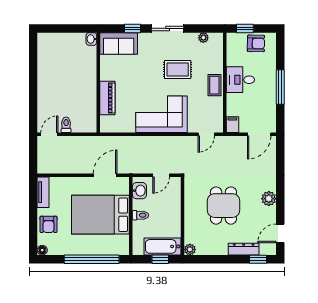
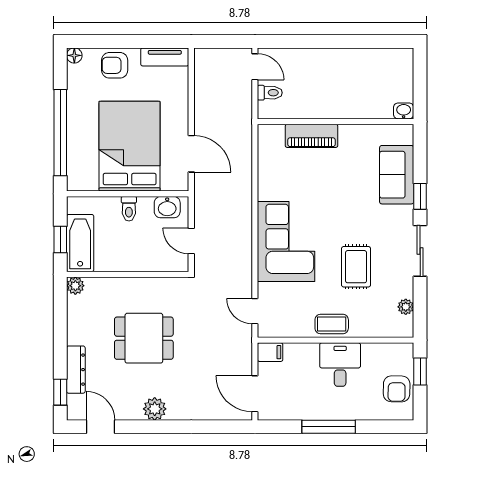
washbasin: (91, 39) -> (404, 111), moved
wall: (98, 83) -> (336, 122), moved
piano: (107, 98) -> (312, 136), moved

